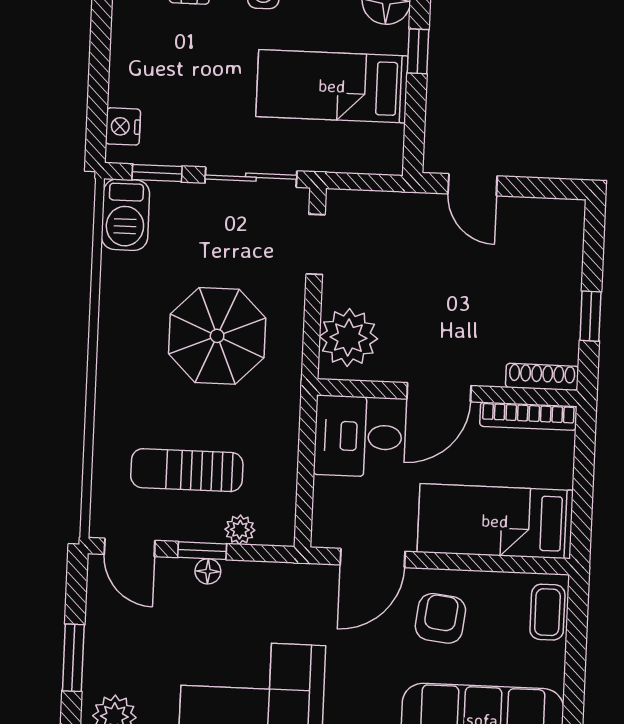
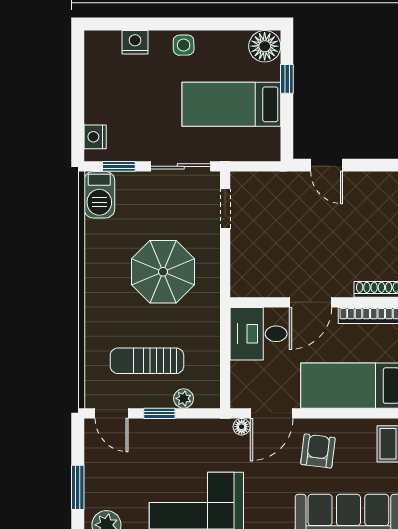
plant: (348, 338) -> (249, 269), removed
floor lamp: (208, 571) -> (242, 427), moved

